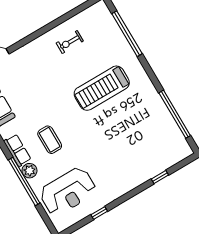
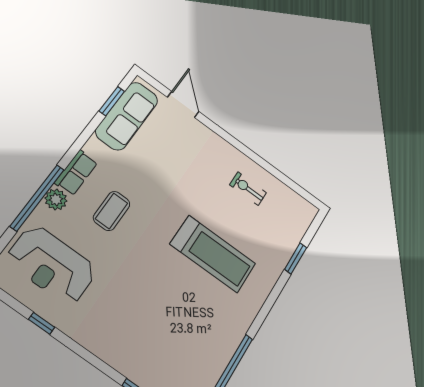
window: (127, 34) -> (296, 258), width x0.47
treadmill: (102, 88) -> (213, 254), turned 180

